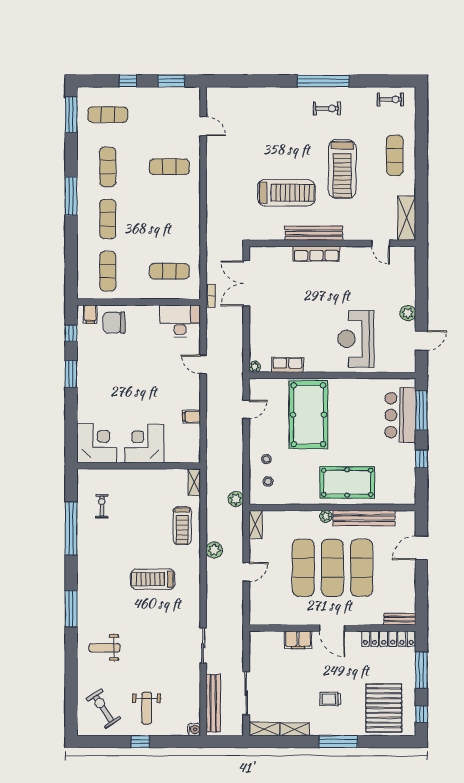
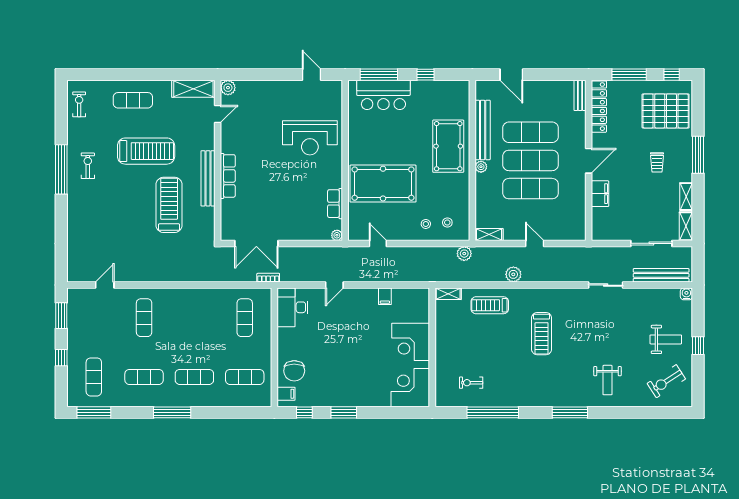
plant: (408, 313) -> (228, 88), moved
treadmill: (182, 525) -> (490, 305), turned 180

